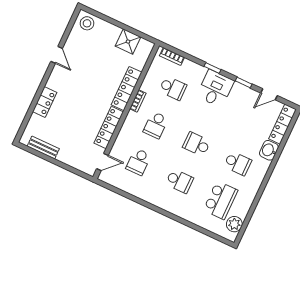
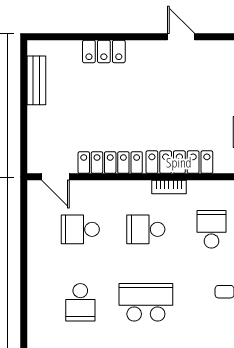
door: (57, 55) -> (181, 37), swing flipped
school desk: (173, 88) -> (211, 229), turned 180
school desk: (197, 144) -> (146, 302), width x1.85

